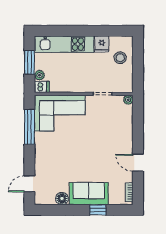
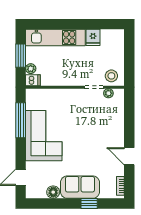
stool: (120, 58) -> (111, 76), moved
plant: (128, 100) -> (108, 93), moved
corner sofa: (60, 113) -> (44, 136), moved, turned -90

